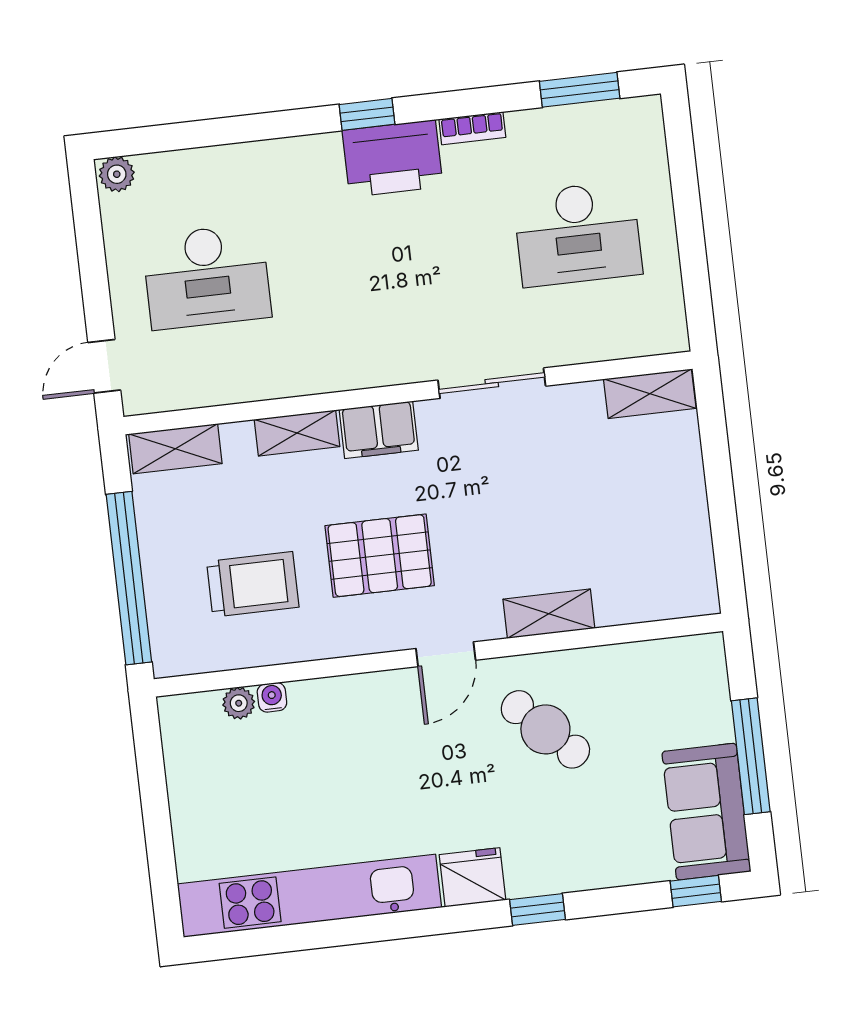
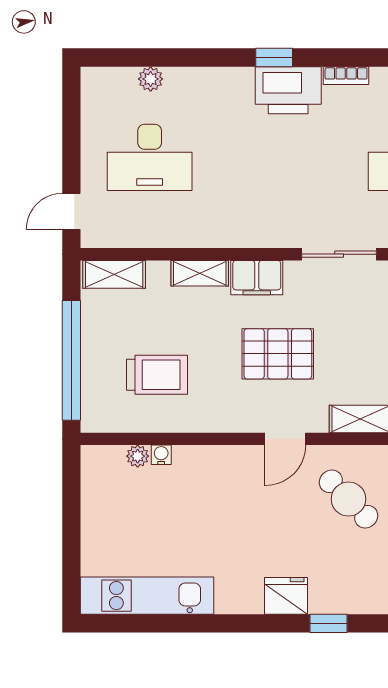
plant: (117, 174) -> (151, 79), moved
pallet: (380, 556) -> (278, 354), moved
kitchen unit: (309, 896) -> (147, 596), width x0.73

